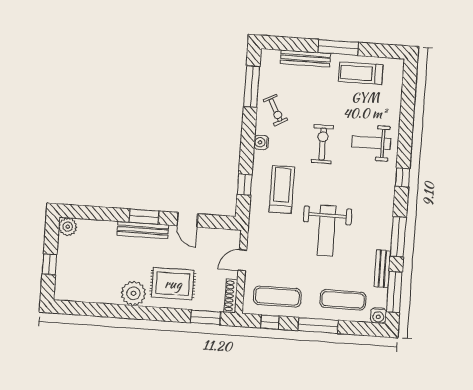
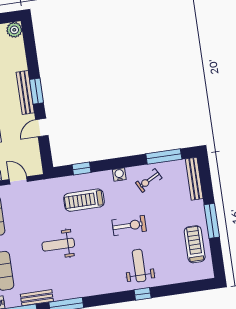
bench: (305, 59) -> (194, 179), moved
window: (402, 177) -> (143, 294), moved
treadmill: (282, 190) -> (84, 200), turned 180
weight bench: (327, 231) -> (58, 245), width x0.73, depth x0.75

